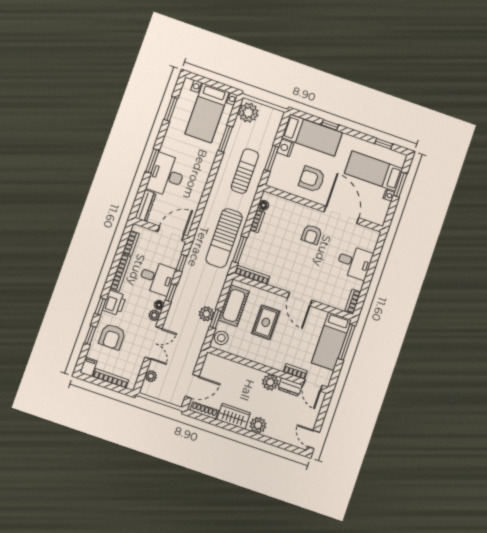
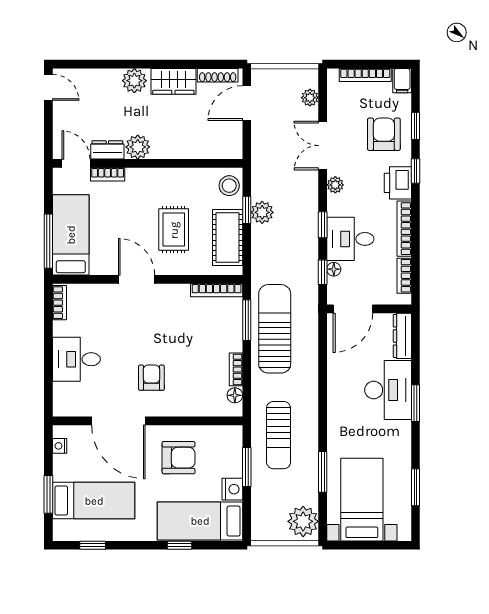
nightstand: (389, 195) -> (60, 446), moved
floor lamp: (159, 305) -> (334, 269), moved

